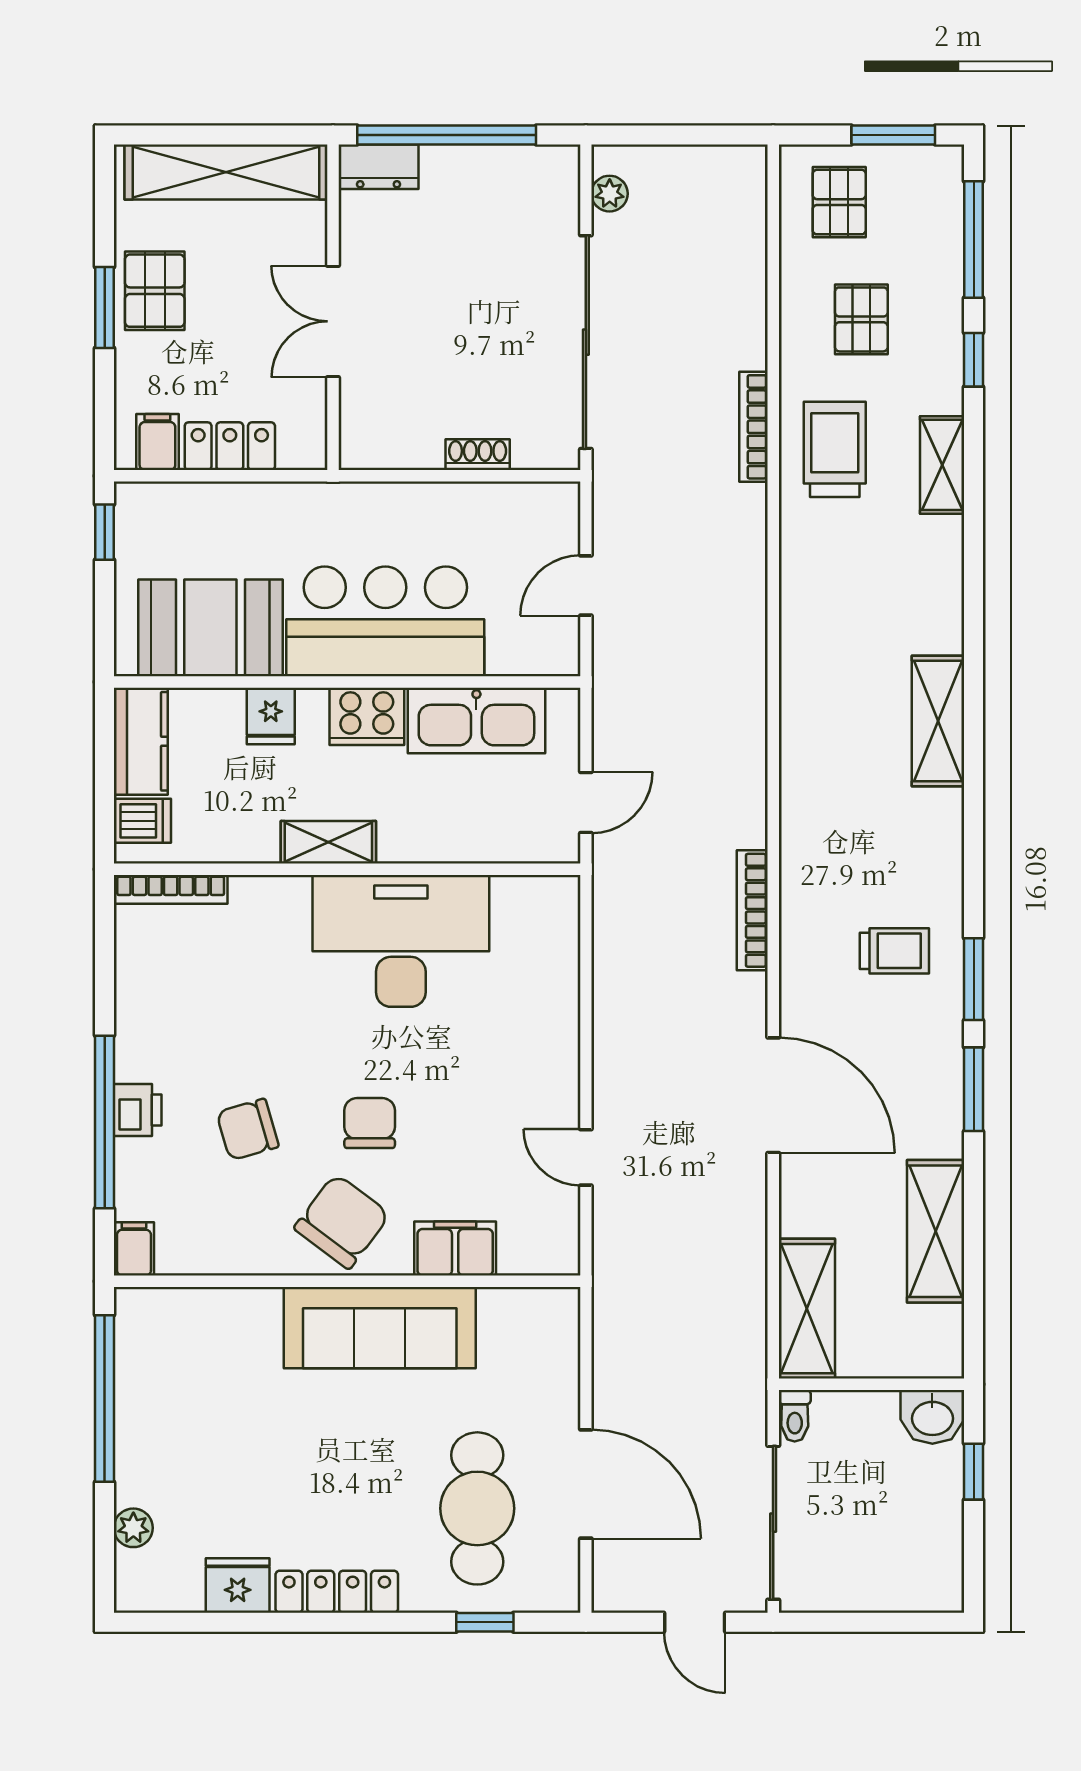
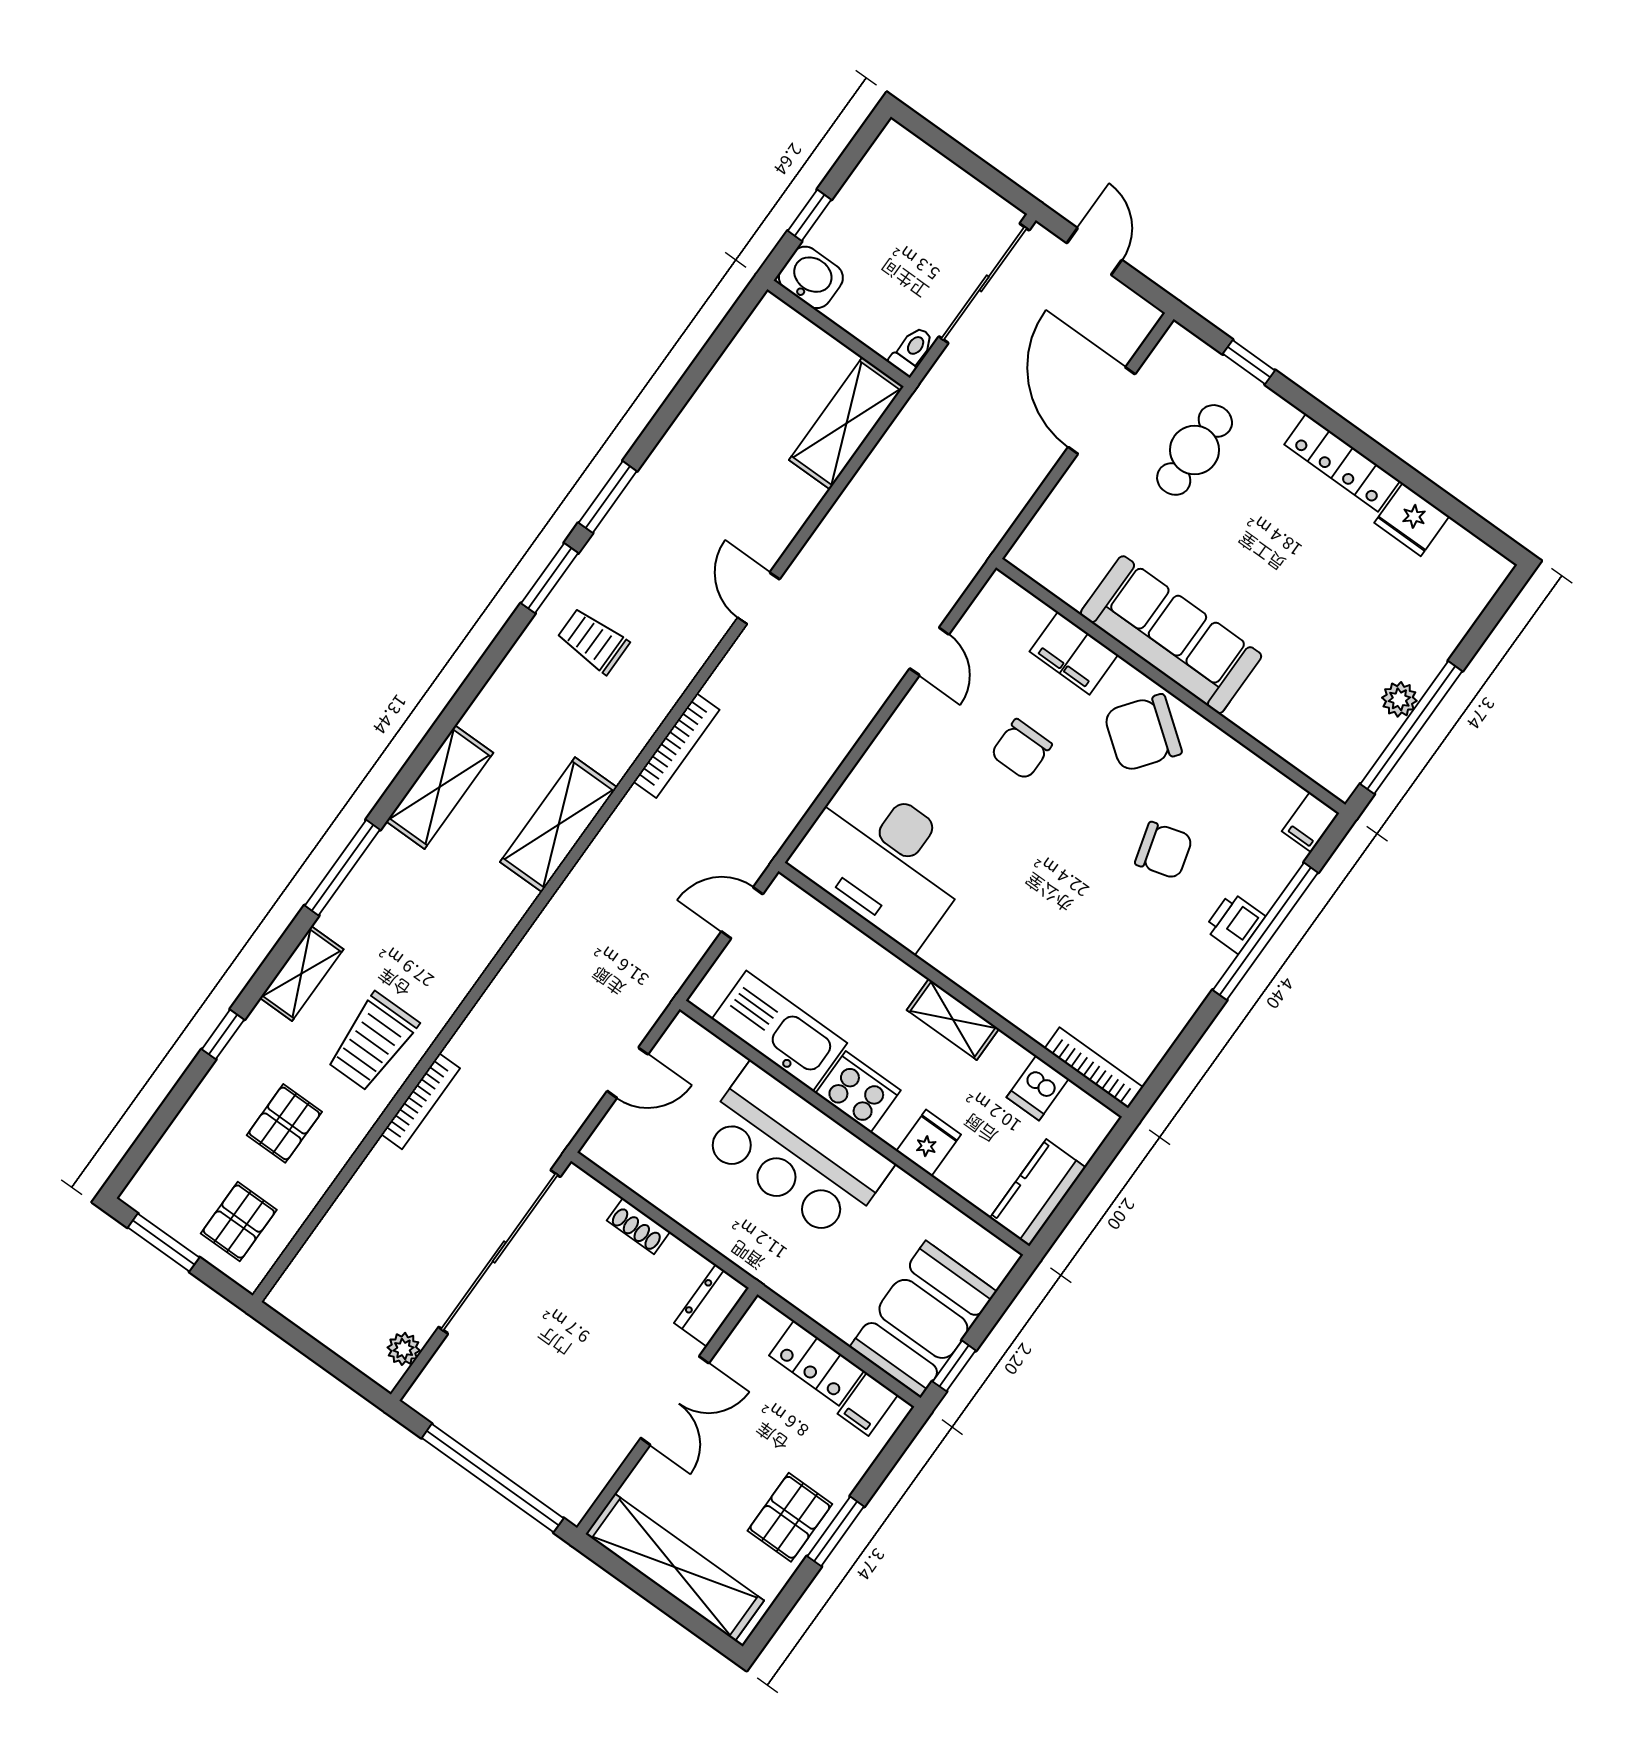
dresser: (379, 167) -> (711, 1306), moved, turned -90
window: (974, 240) -> (342, 868), moved
booth: (210, 628) -> (923, 1319), moved, turned 90
dishwasher: (142, 821) -> (1038, 1088), moved, turned -90
desk: (401, 941) -> (884, 860), moved
door: (773, 1095) -> (759, 598), width x0.53
chair: (370, 1123) -> (1021, 749), moved
shelving: (936, 1231) -> (558, 825), moved
cafe table: (477, 1508) -> (1195, 450), width x0.73, depth x0.74
plant: (133, 1528) -> (1399, 699), moved

